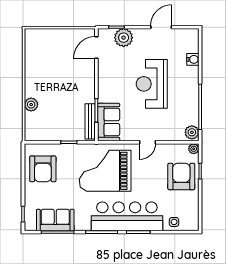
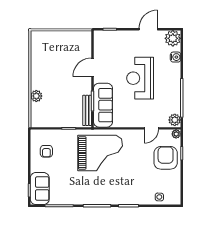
plant: (124, 38) -> (173, 38), moved
door: (96, 47) -> (92, 67), moved
sofa: (109, 122) -> (103, 105), width x1.36
door: (147, 142) -> (151, 128), moved
armchair: (43, 169) -> (46, 151), width x0.53, depth x0.53
grand piano: (105, 171) -> (100, 153), turned 180
bar counter: (127, 216) -> (119, 192), removed
sofa: (55, 220) -> (40, 189), moved, turned 90

